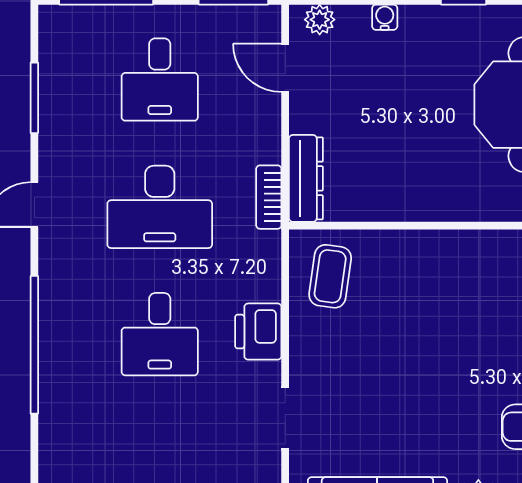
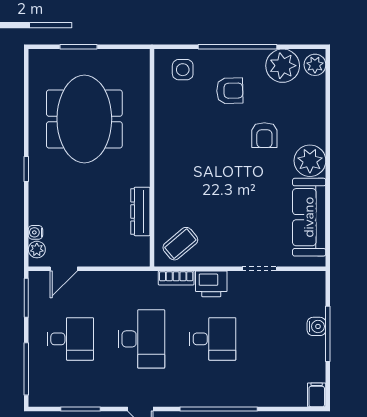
water cooler: (385, 17) -> (35, 232), moved
dresser: (306, 178) -> (140, 211), moved, turned -90
bookcase: (269, 197) -> (176, 278), moved
coffee table: (330, 276) -> (180, 244), turned -48

